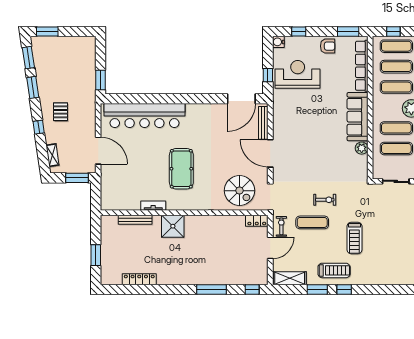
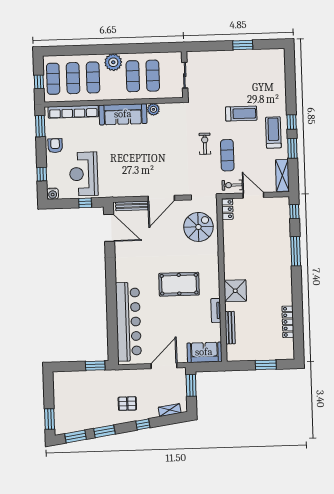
sofa: (111, 193) -> (204, 352), added

